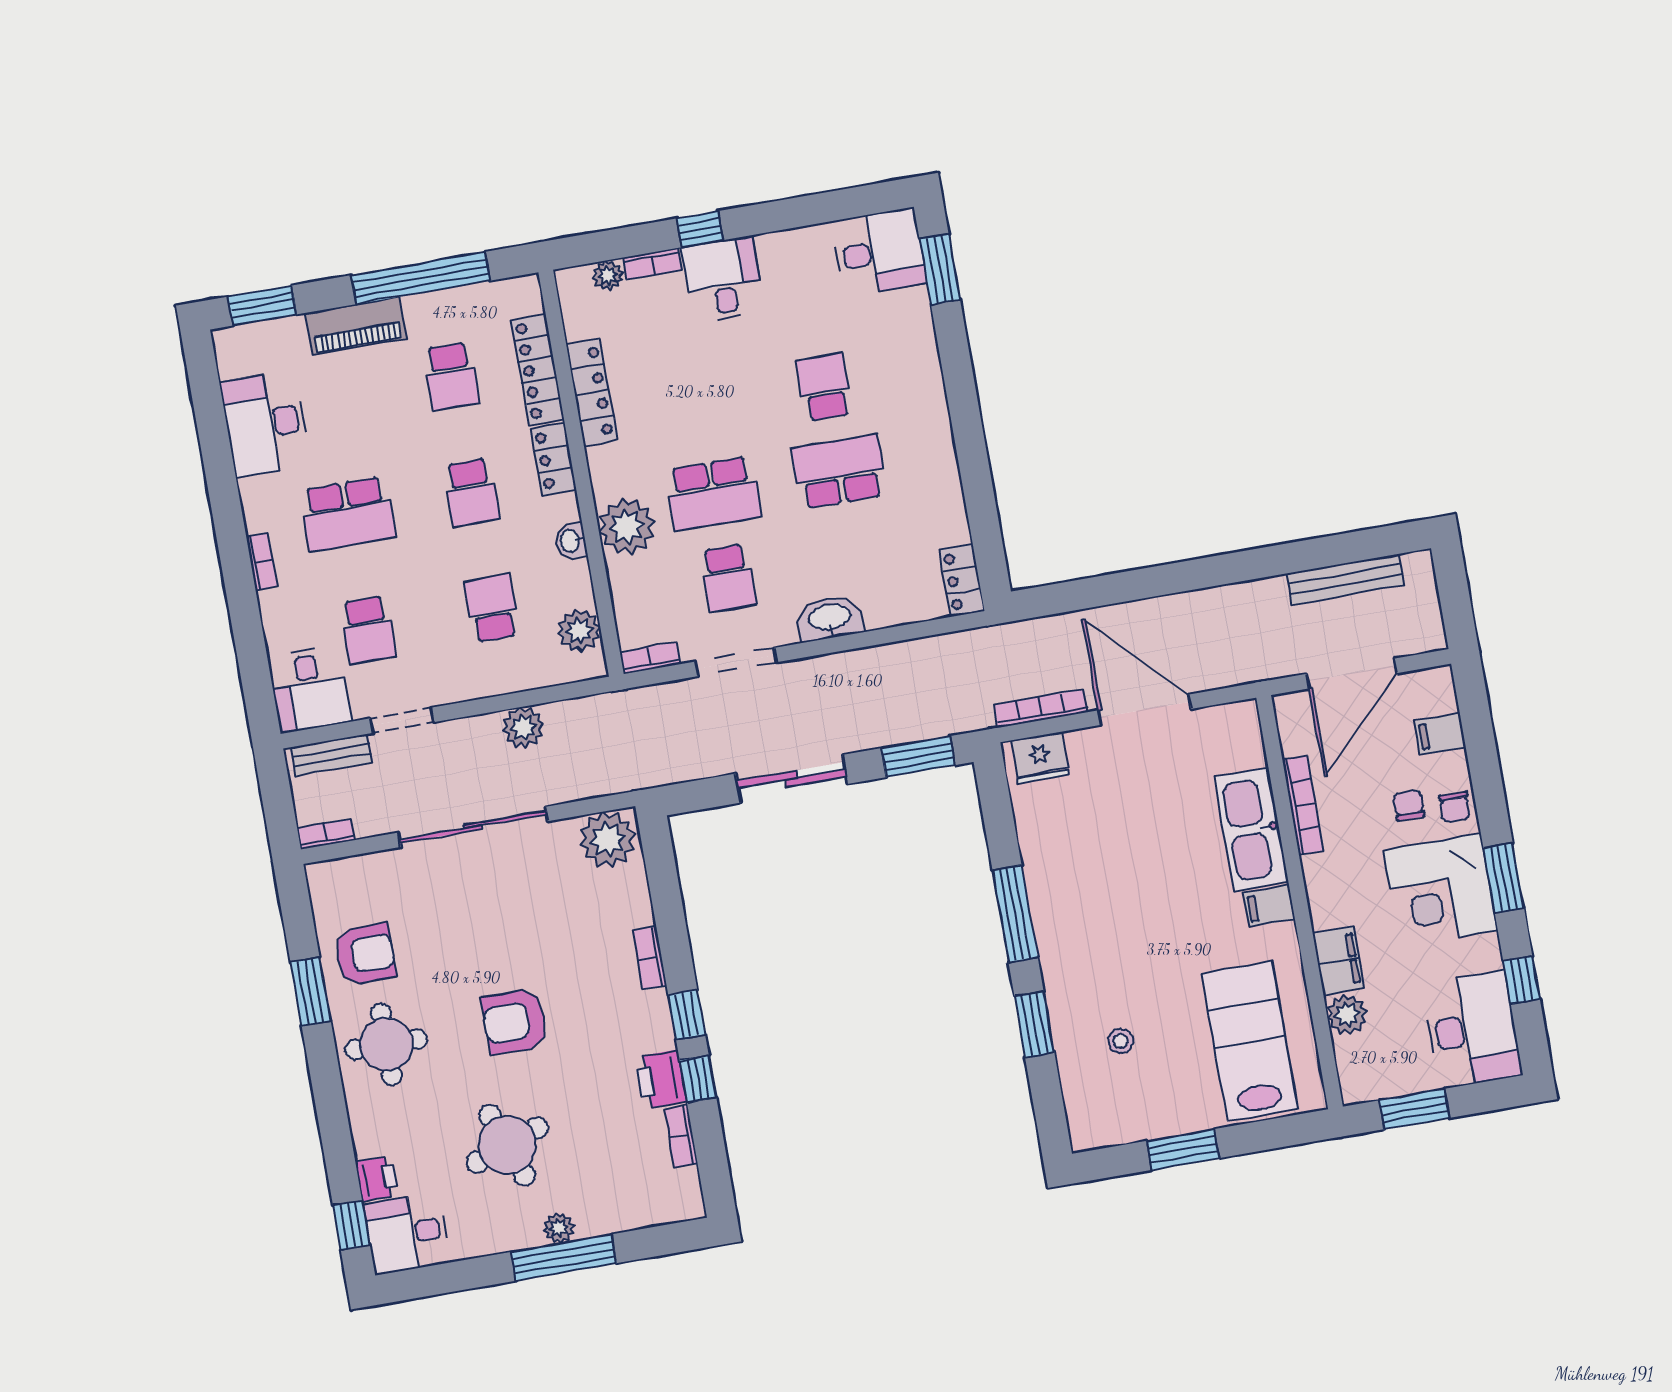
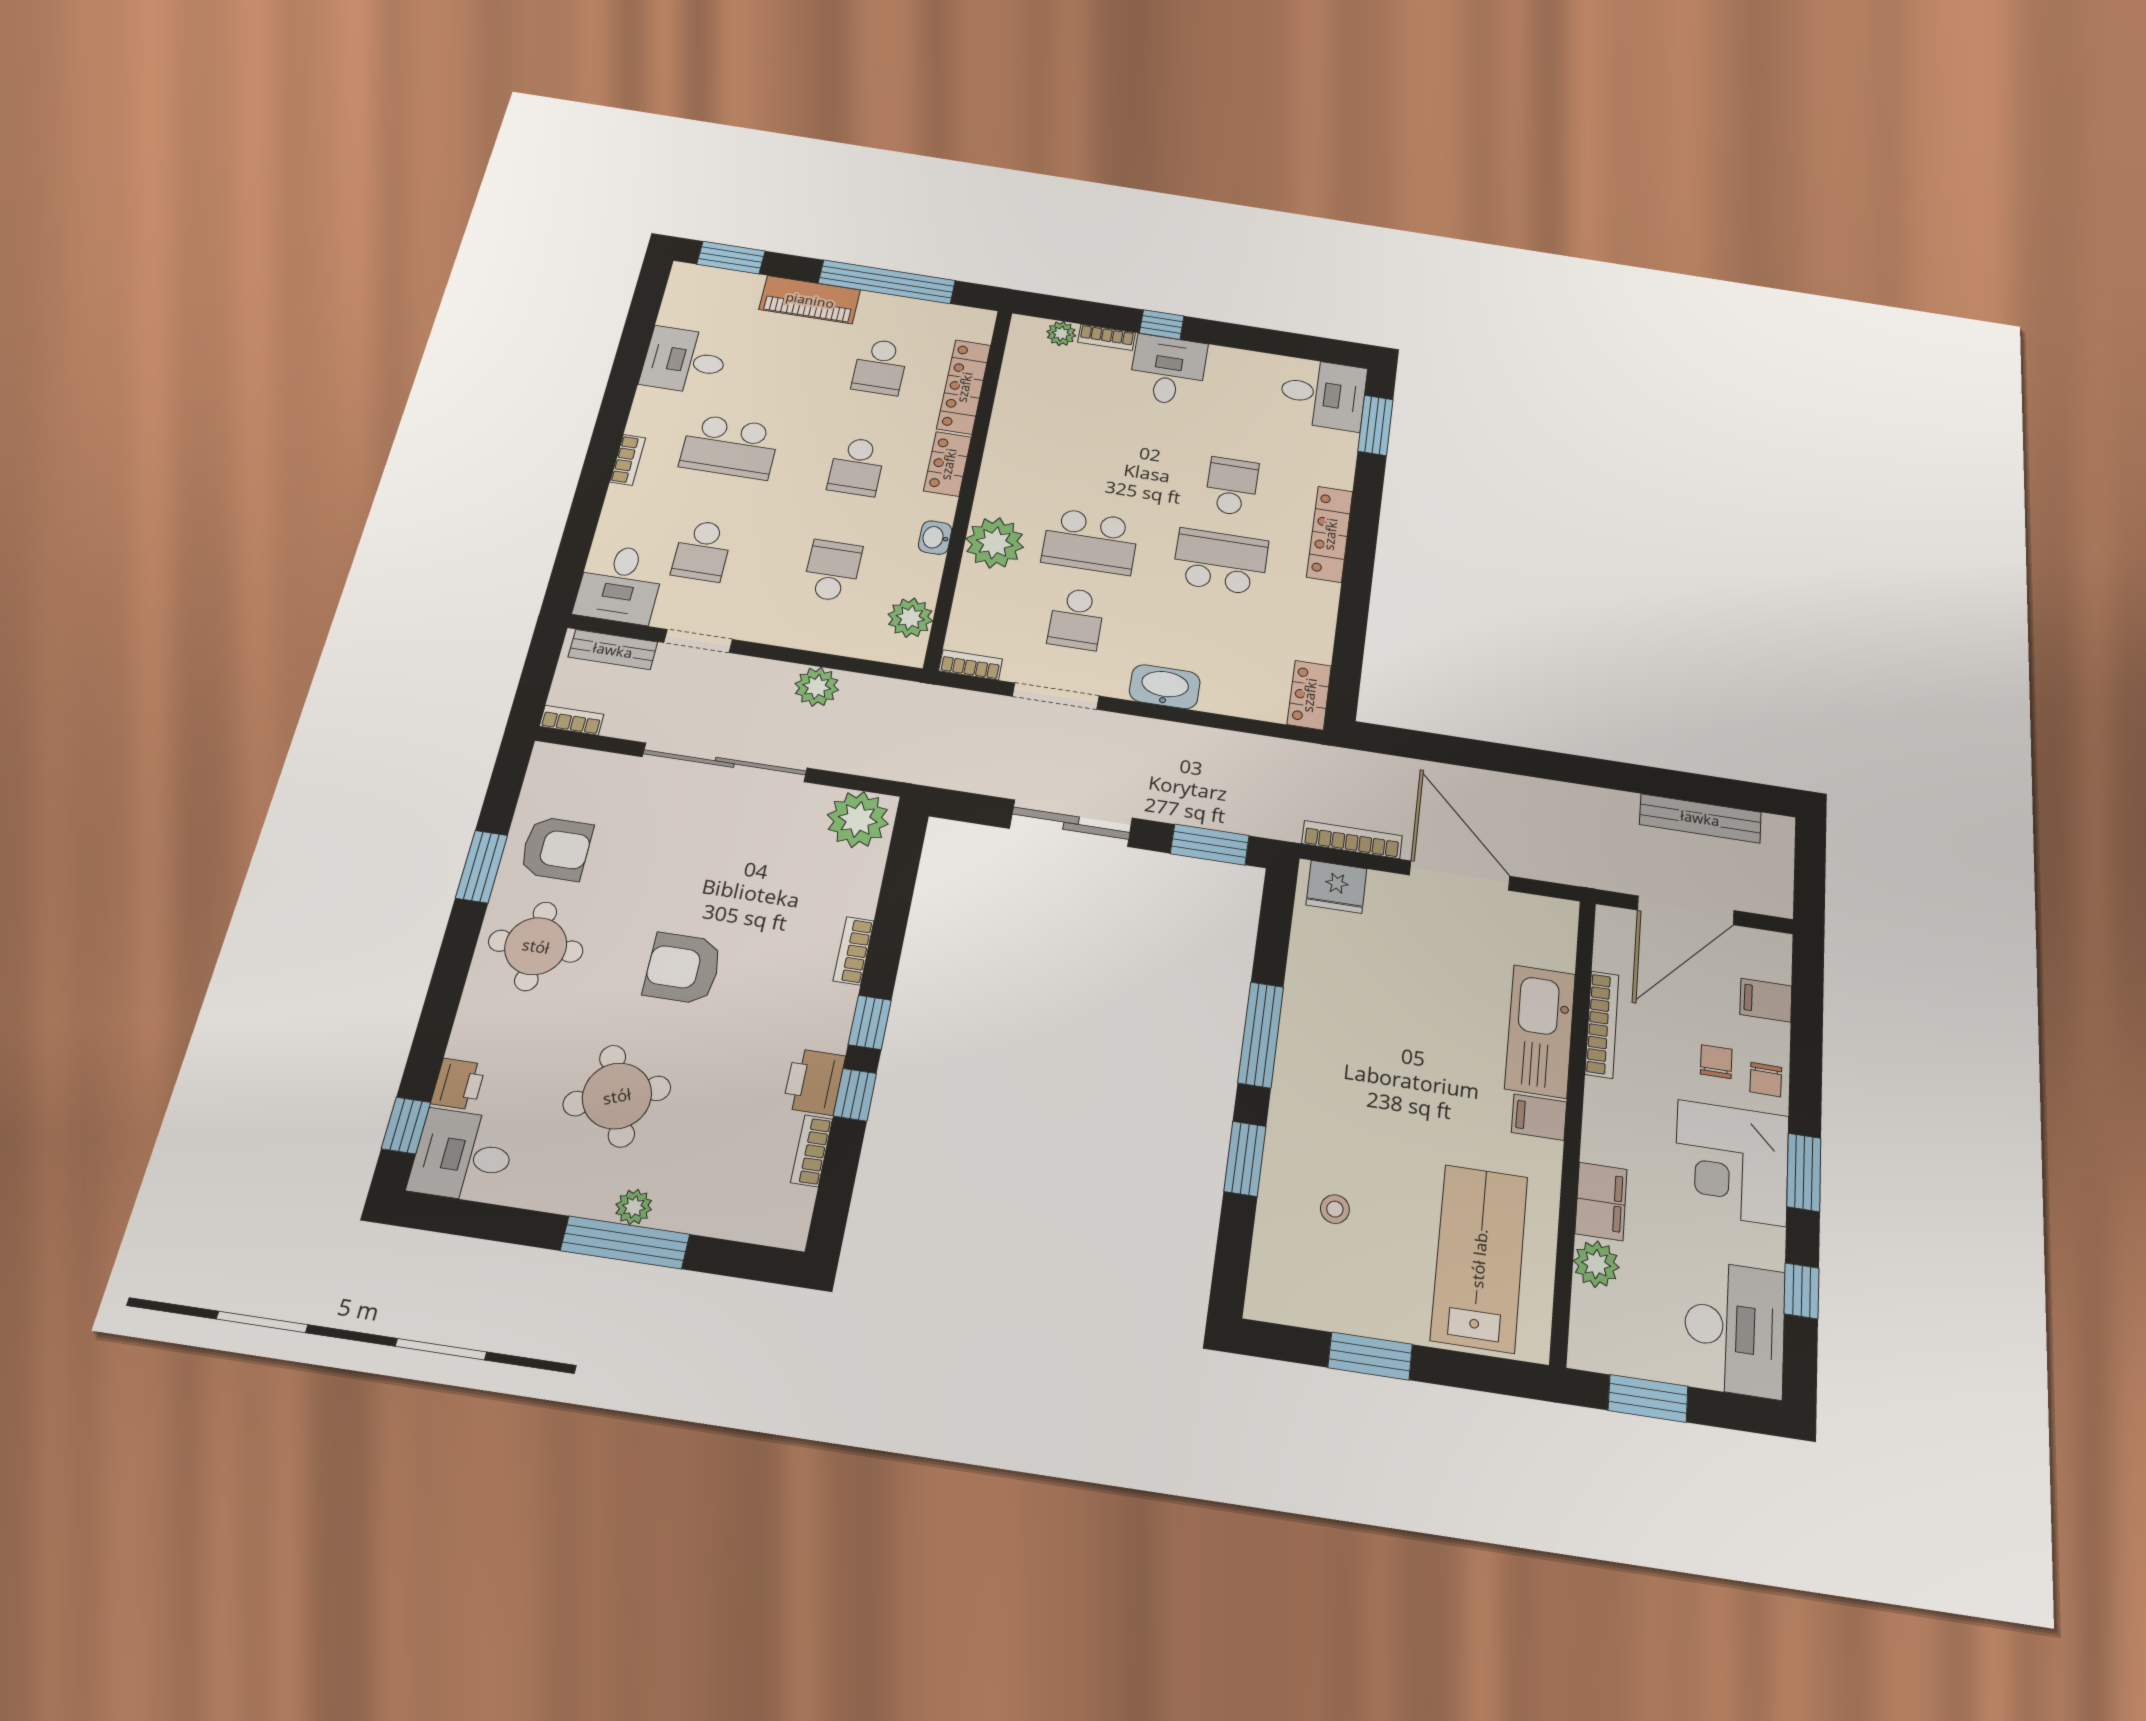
locker: (592, 392) -> (1330, 534), moved, turned 180
desk: (265, 424) -> (685, 360), width x0.73

